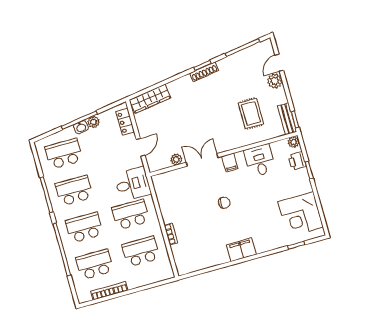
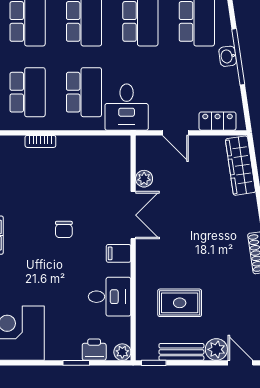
bench: (287, 119) -> (181, 352), moved
plant: (94, 122) -> (230, 76), removed

